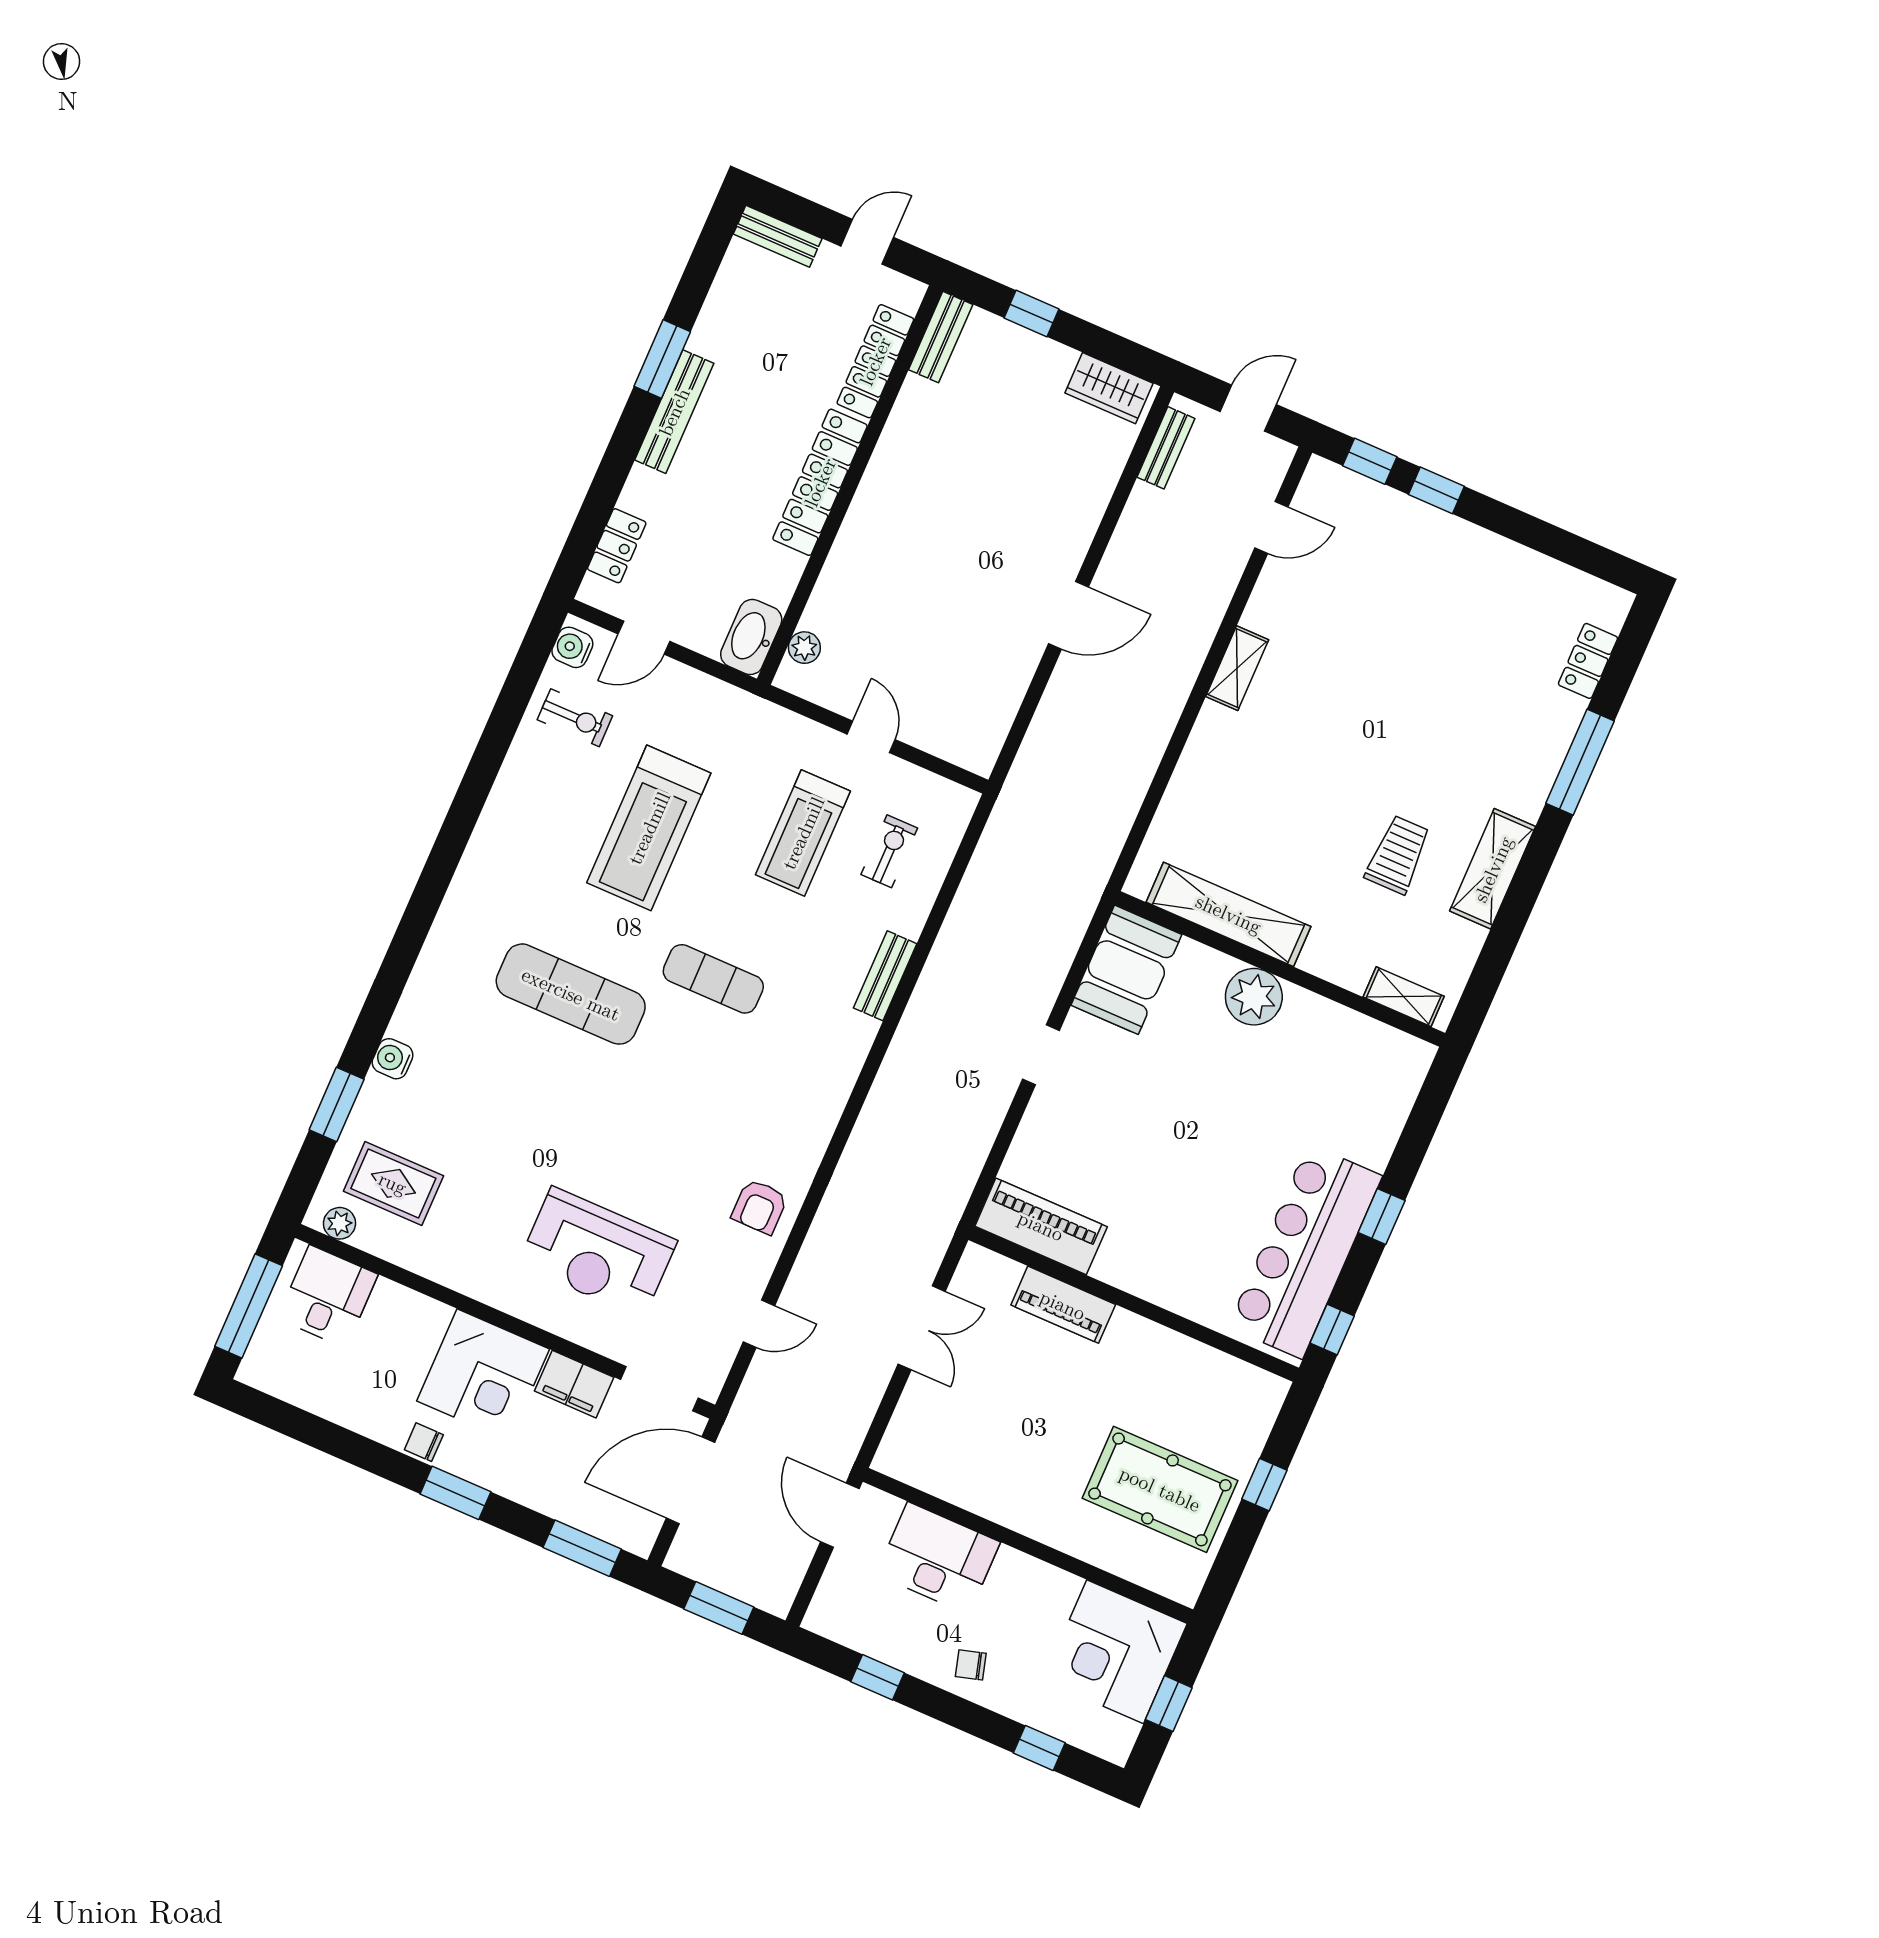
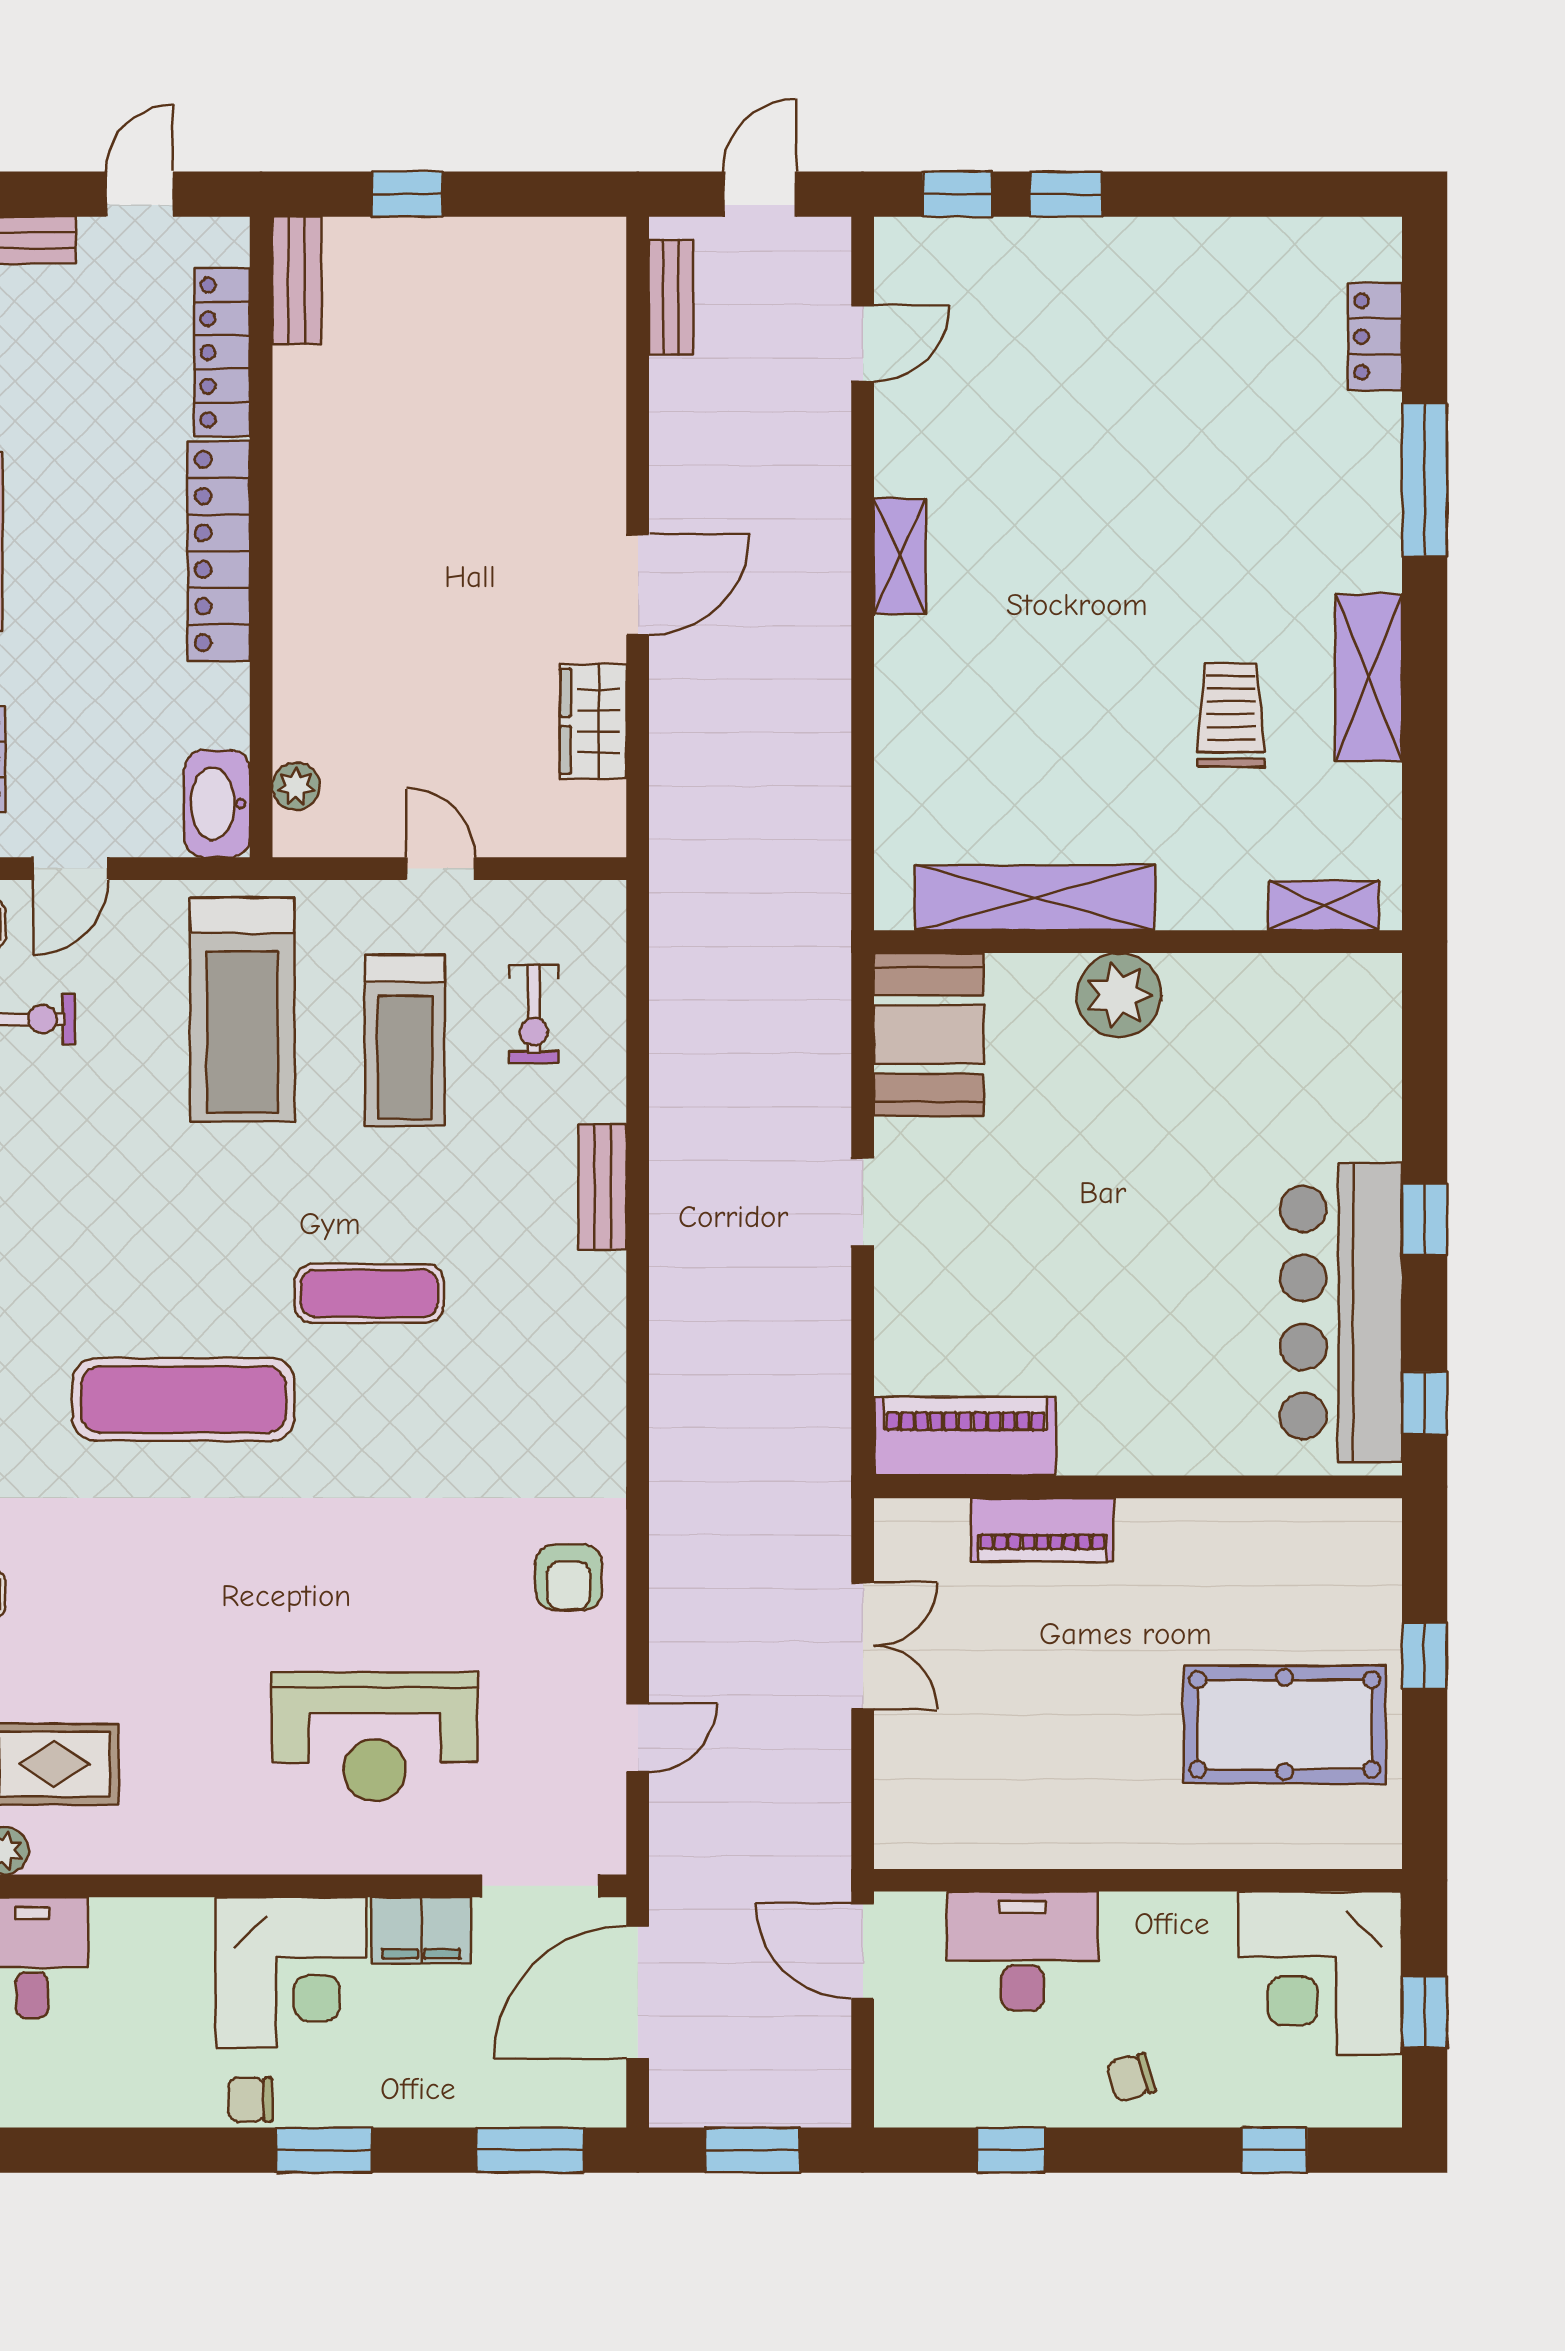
wardrobe: (1109, 388) -> (593, 721), moved, turned 90
treadmill: (649, 828) -> (242, 1010), moved
exercise bike: (889, 851) -> (534, 1014), turned 180

